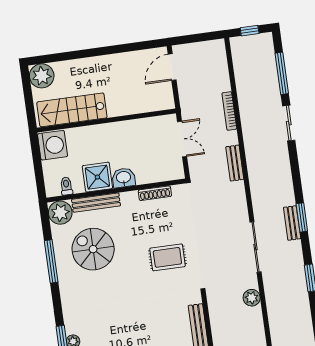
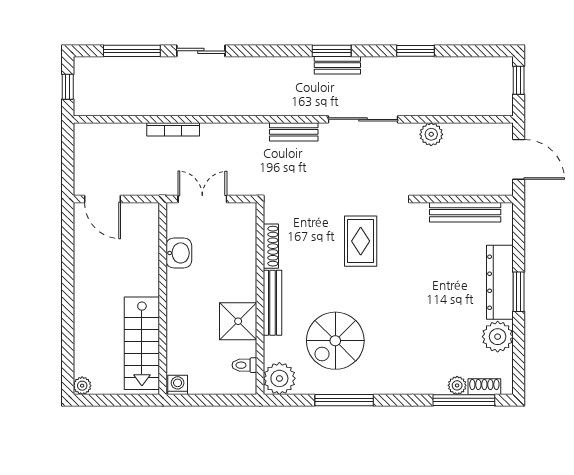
plant: (42, 76) -> (82, 386), width x0.53, depth x0.53
washing machine: (53, 145) -> (178, 385), width x0.53, depth x0.53
bench: (235, 163) -> (294, 132), moved
washbasin: (124, 178) -> (179, 253), moved, turned 180
bench: (96, 203) -> (272, 303), moved

